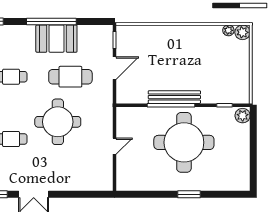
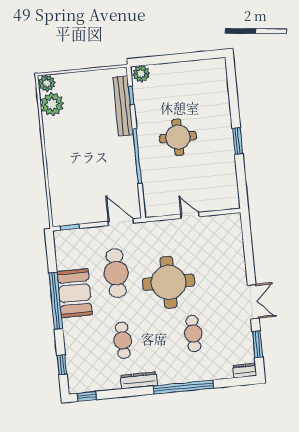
plant: (228, 30) -> (52, 104), width x1.87, depth x1.87
door: (115, 68) -> (121, 222), moved
bench: (174, 97) -> (123, 106), moved
round table: (184, 142) -> (178, 137), width x0.54, depth x0.54
window: (189, 194) -> (238, 141), moved

